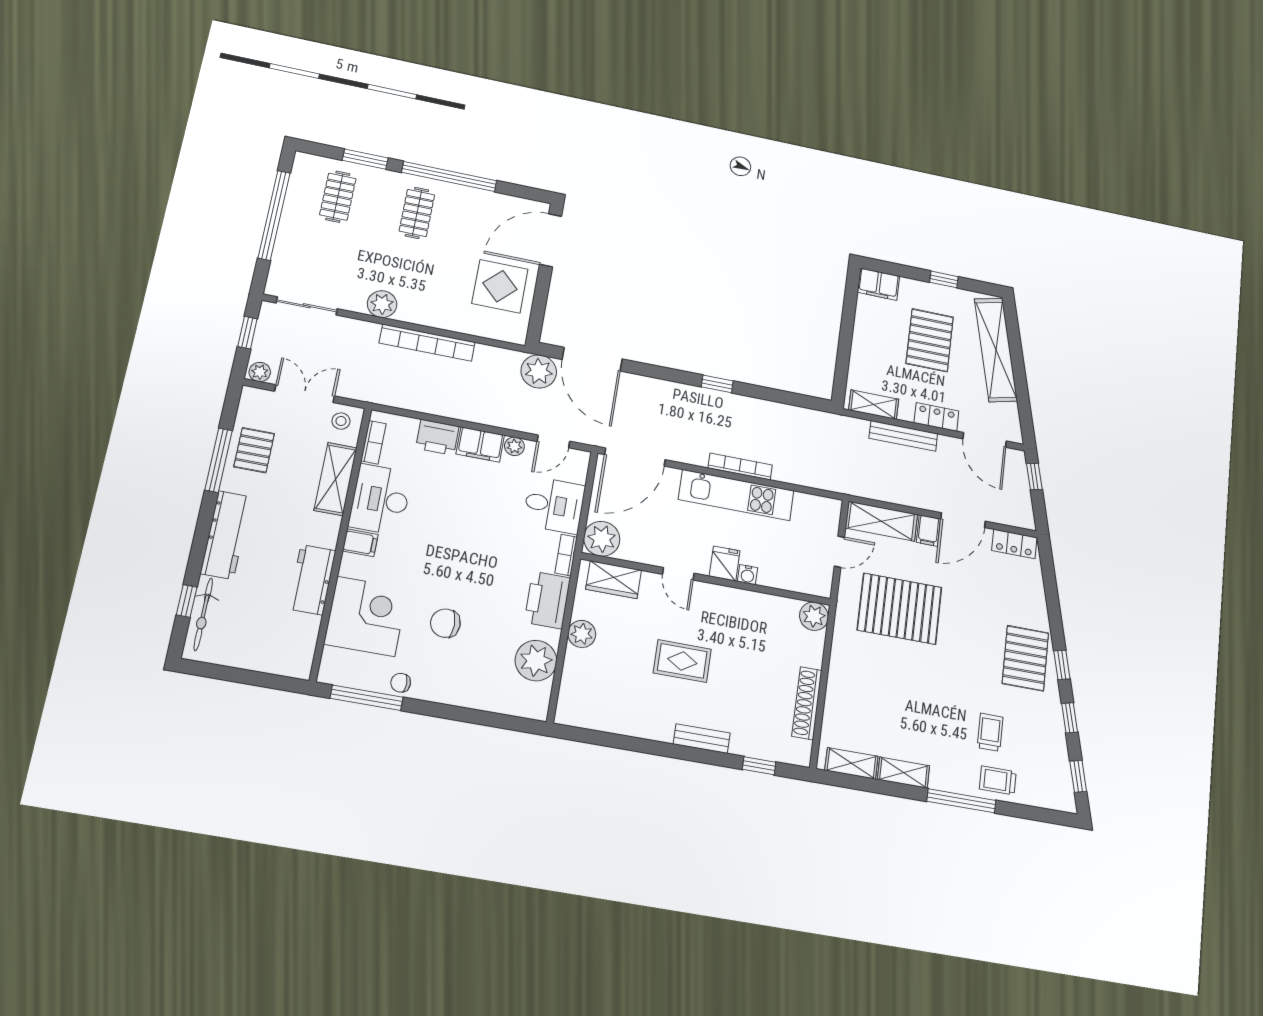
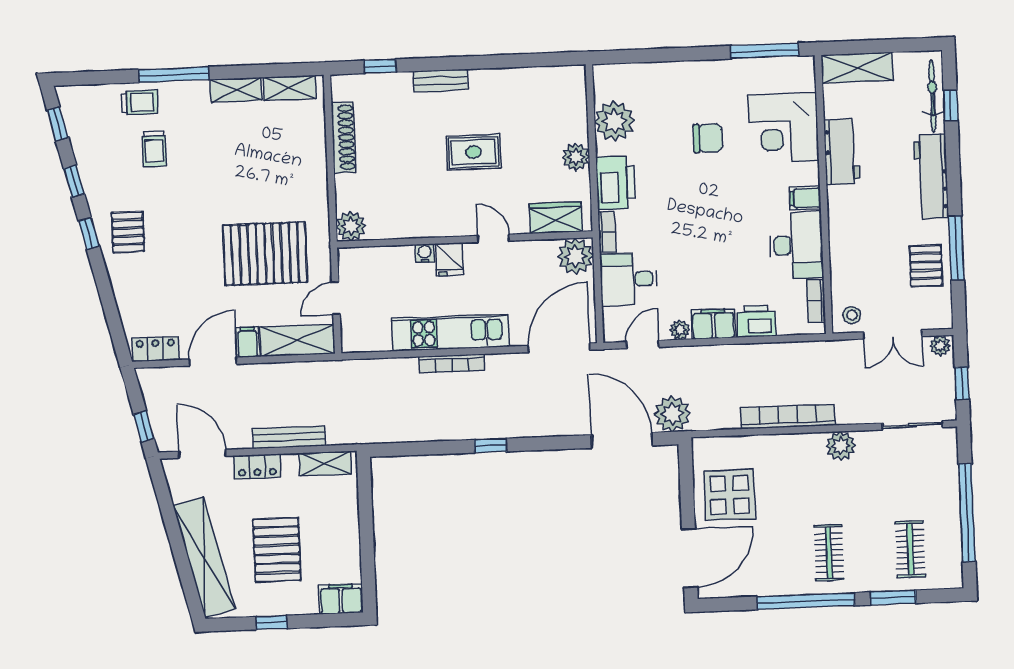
shelving: (335, 479) -> (857, 68), moved, turned 90
pallet: (1025, 658) -> (128, 232), width x0.67, depth x0.71
chair: (401, 683) -> (737, 72), removed

